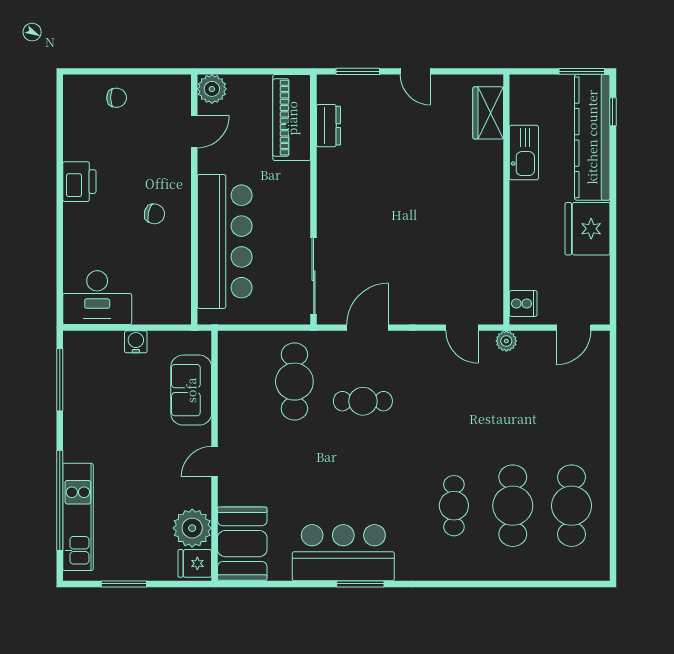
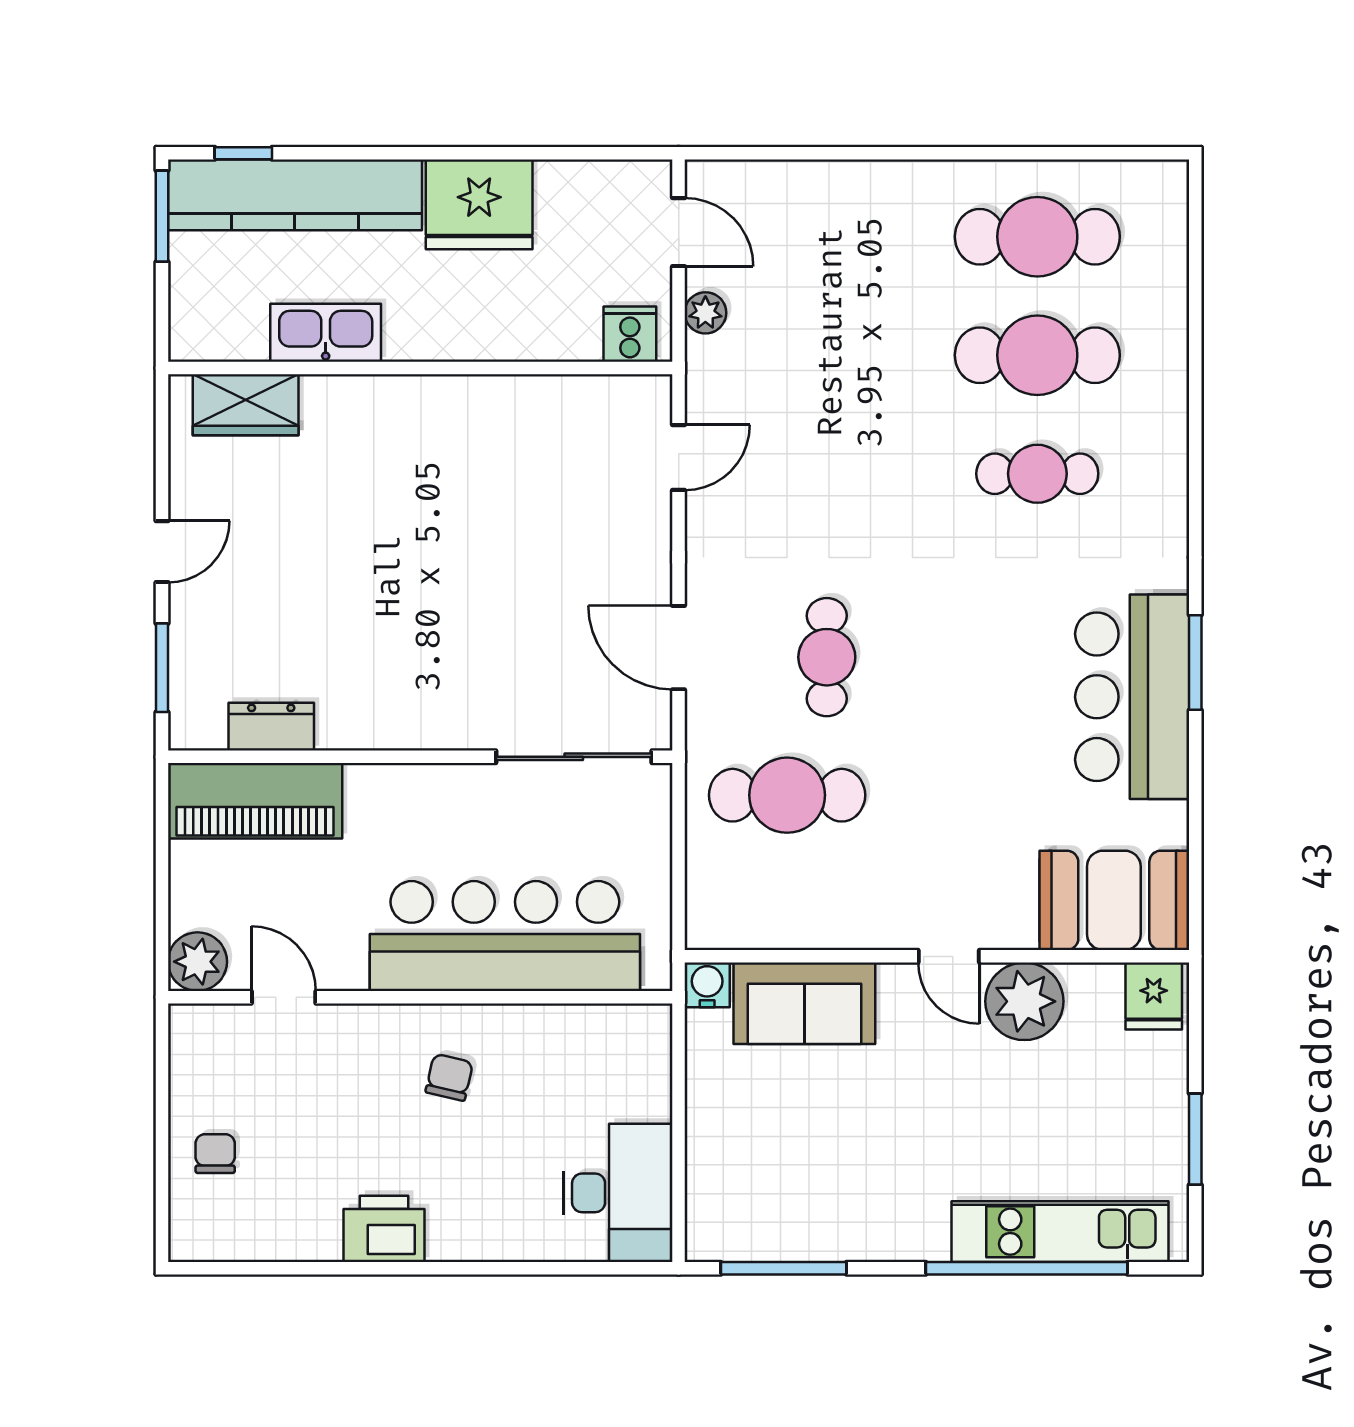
plant: (506, 341) -> (705, 313), moved
water cooler: (136, 342) -> (707, 985), moved, turned 90
plant: (192, 528) -> (1024, 1001), moved

